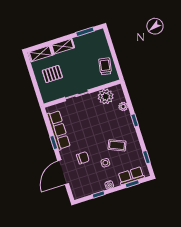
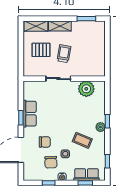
trolley: (105, 66) -> (64, 54), moved
plant: (123, 106) -> (100, 127), moved
row of seats: (59, 130) -> (30, 114), width x0.68
chair: (94, 175) -> (51, 162), added

